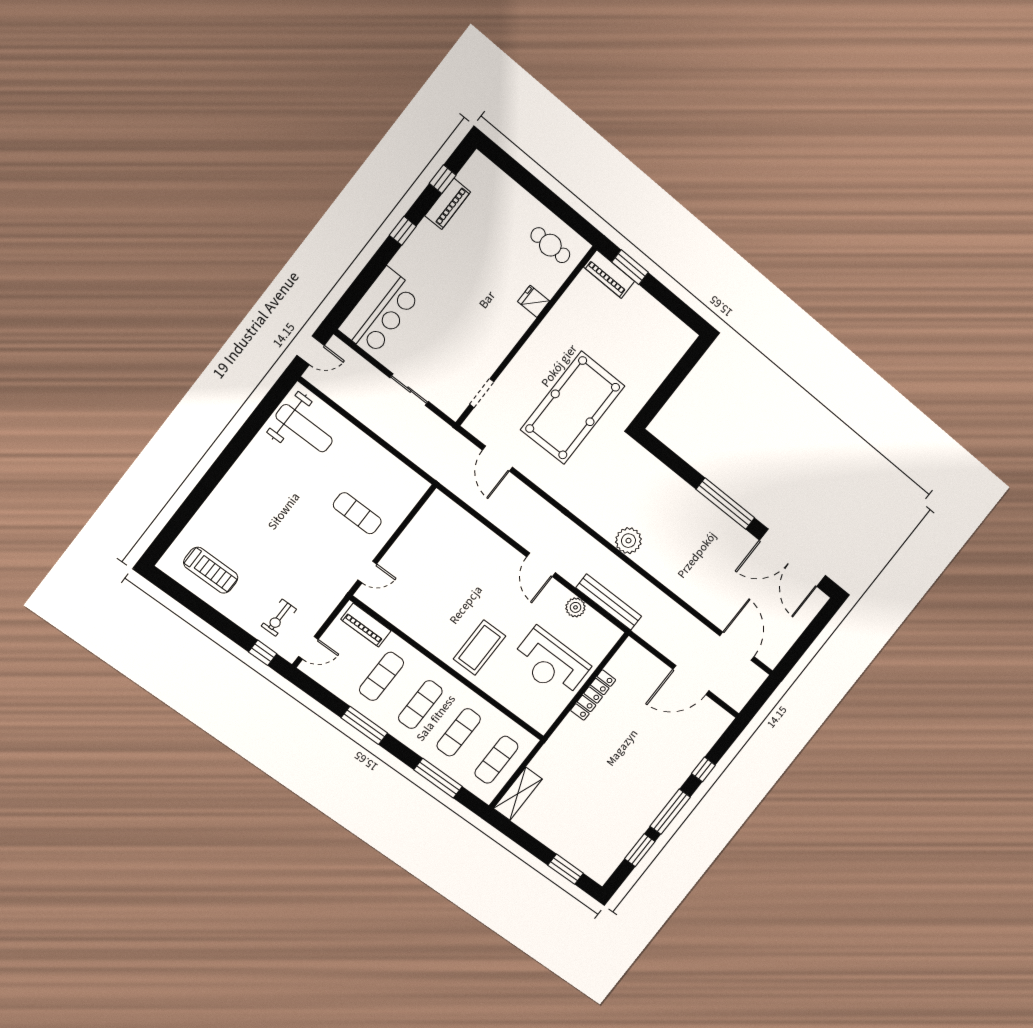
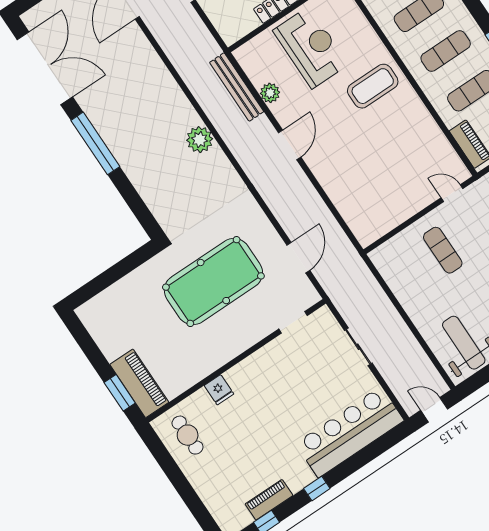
piano: (609, 274) -> (139, 383), width x1.37, depth x1.33
bar counter: (380, 312) -> (350, 432), width x1.36

